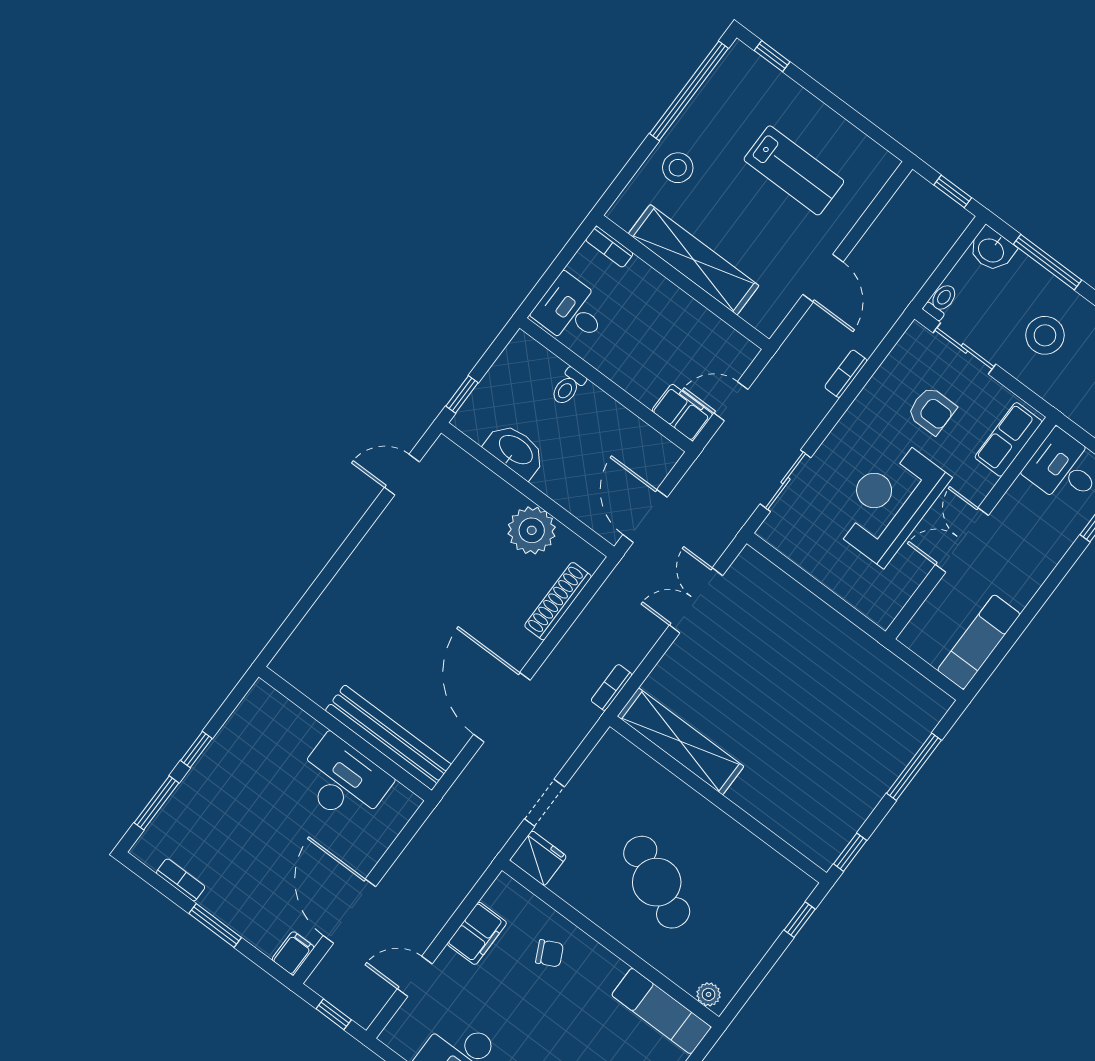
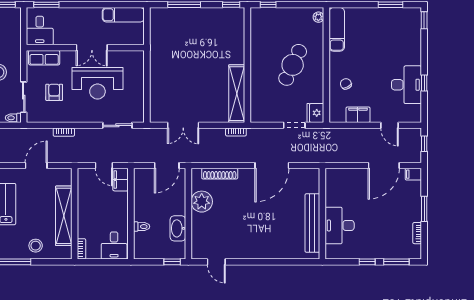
bench: (388, 737) -> (312, 223), moved
desk: (343, 781) -> (340, 225), moved

